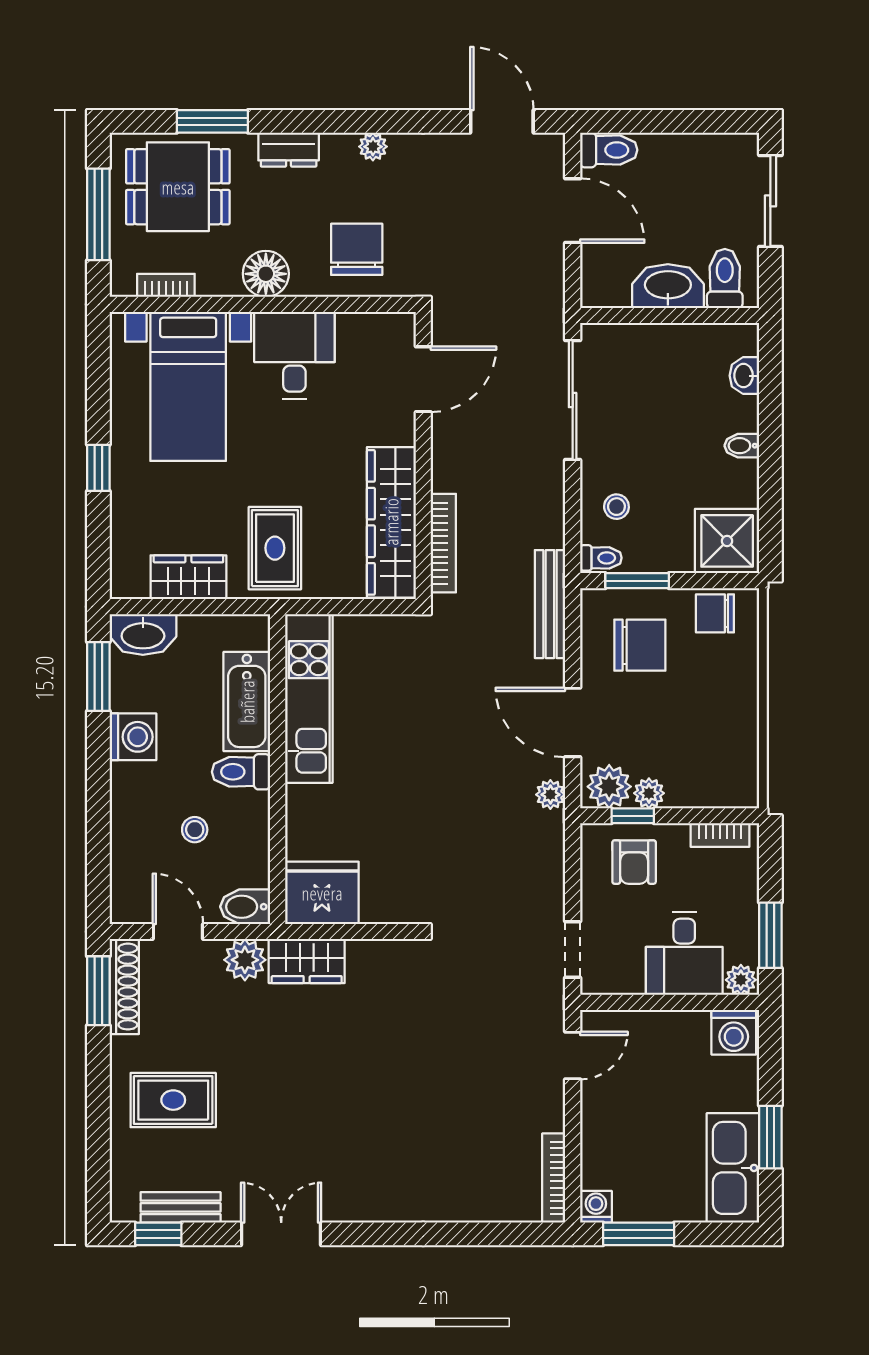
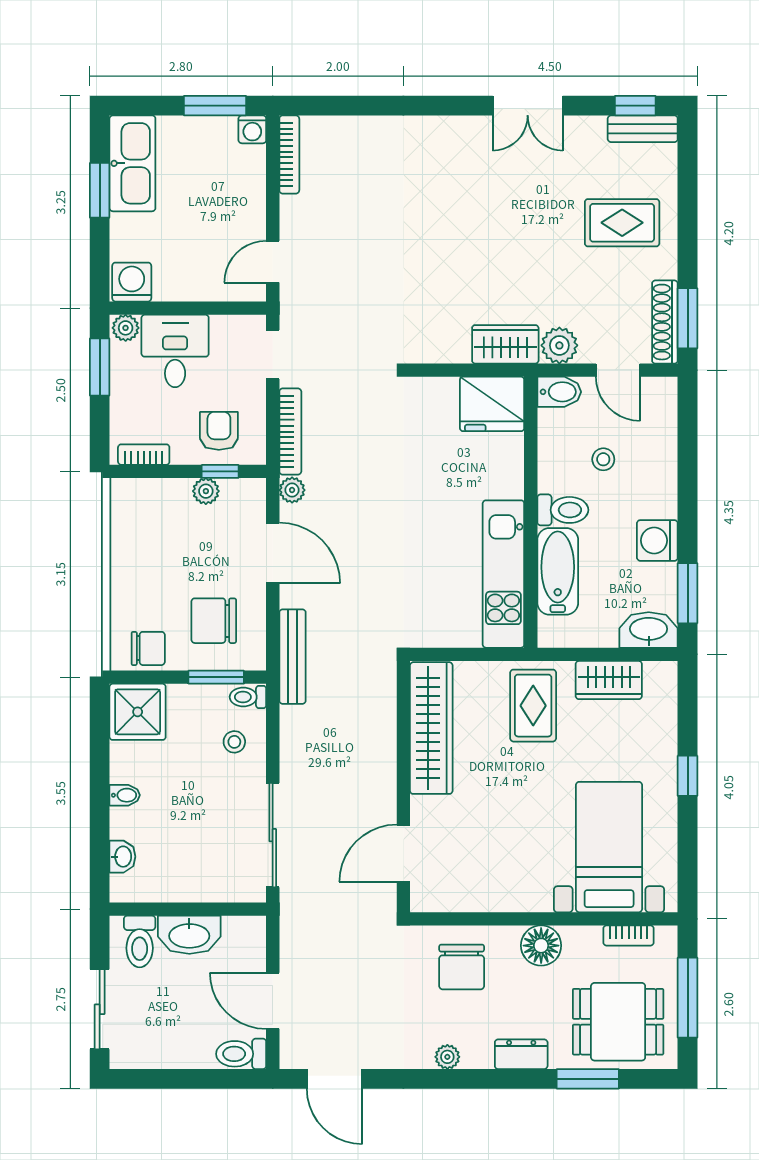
desk: (294, 355) -> (516, 874), removed
bookcase: (443, 543) -> (290, 432), moved, turned 180
plant: (609, 787) -> (241, 497), removed
bench: (181, 1207) -> (643, 129), moved

